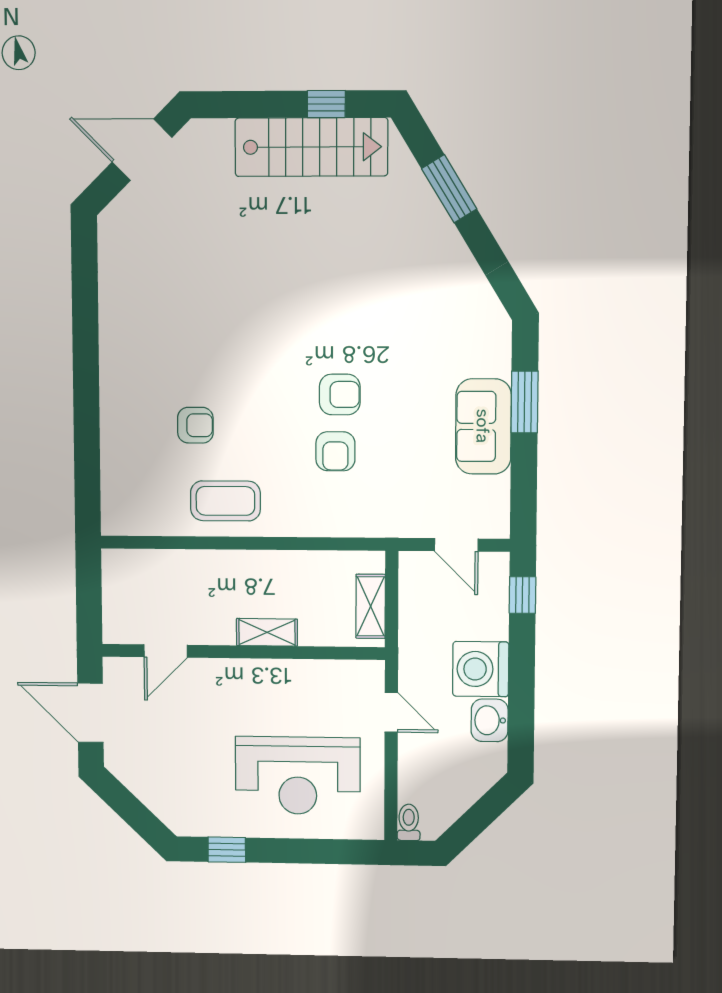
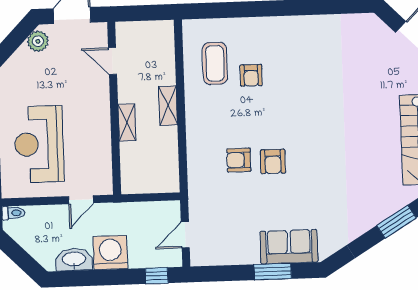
sofa: (483, 426) -> (289, 247), moved
coffee table: (225, 501) -> (215, 63), moved
shelving: (371, 606) -> (168, 106), moved, turned 90
washbasin: (490, 720) -> (74, 260), width x1.38
plant: (131, 769) -> (38, 41), added

